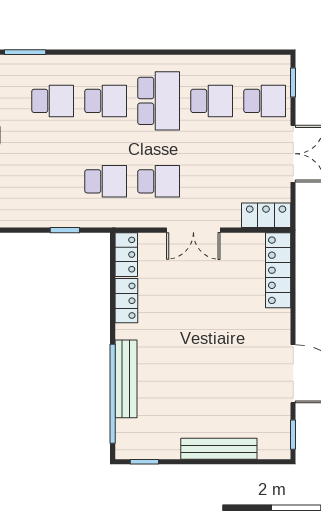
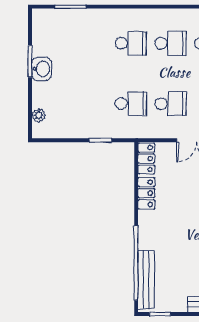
school desk: (53, 101) -> (91, 43), removed
school desk: (159, 101) -> (171, 43), width x0.54
bench: (126, 379) -> (146, 280), moved

